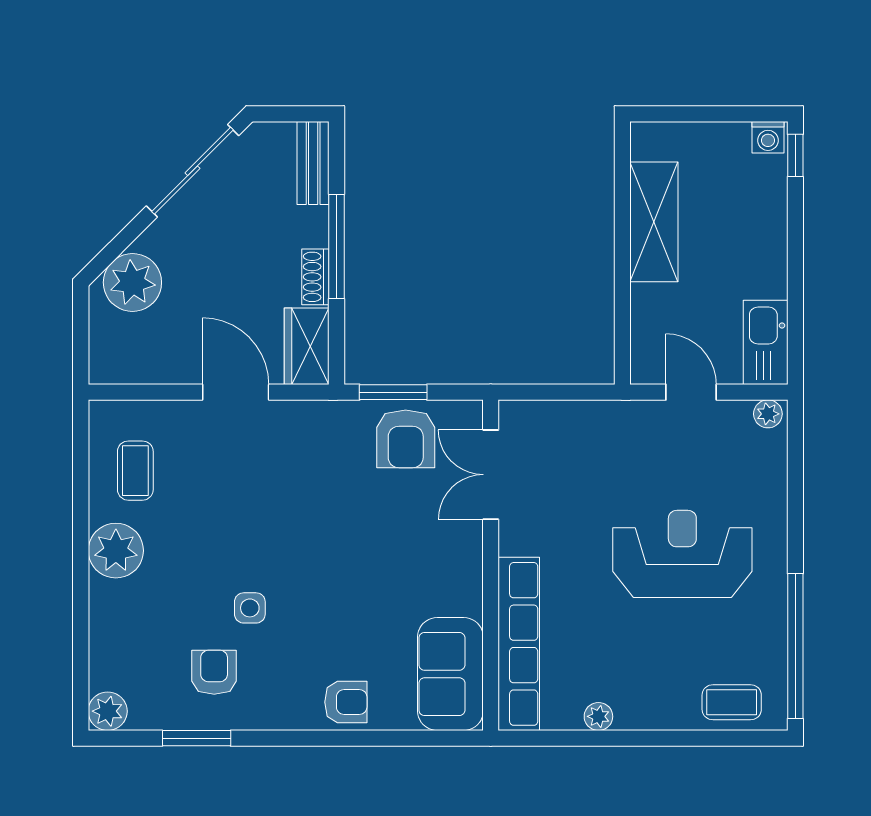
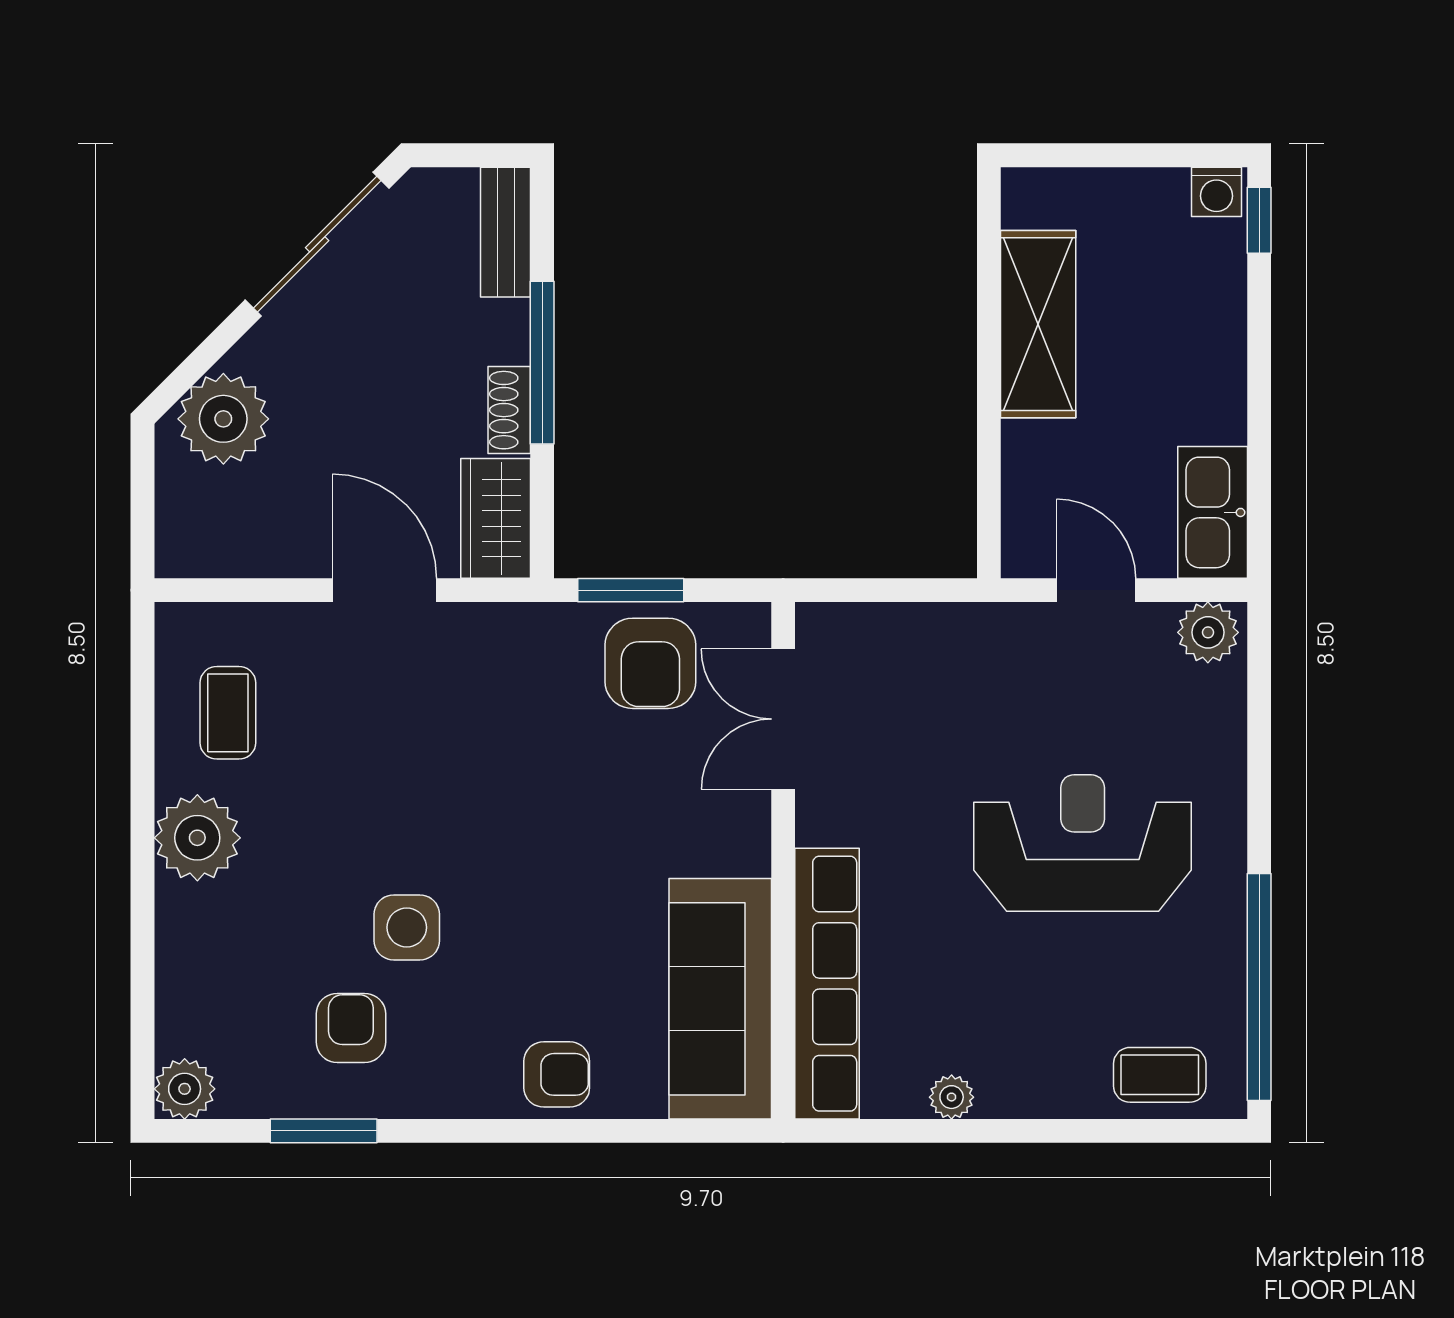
plant: (768, 414) -> (1208, 632), width x1.38, depth x1.38
side table: (250, 608) -> (407, 927), width x1.37, depth x1.37
sofa: (450, 674) -> (720, 999), width x1.36

